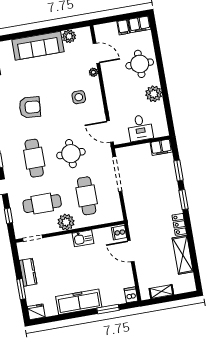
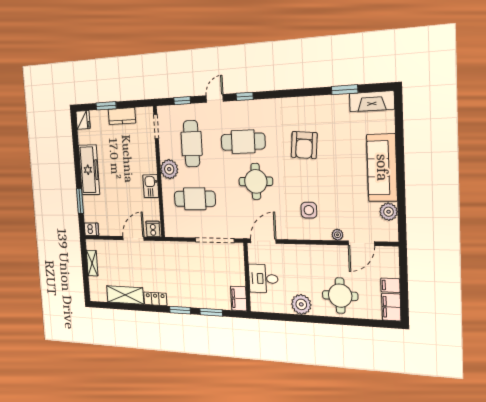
round table: (71, 154) -> (256, 181), moved

